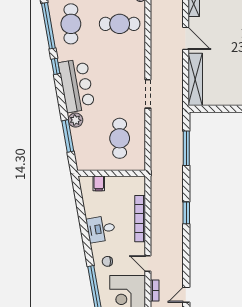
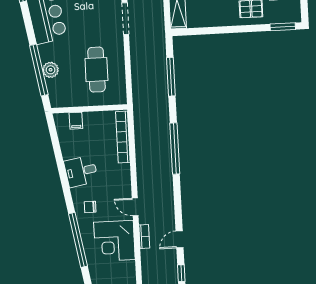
plant: (75, 120) -> (51, 70), moved
window: (68, 136) -> (39, 70), width x1.46
window: (186, 213) -> (175, 149), width x2.11
bookcase: (140, 219) -> (123, 137), moved

